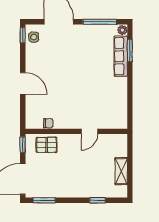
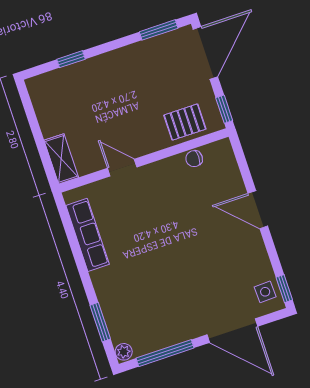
row of seats: (121, 56) -> (88, 235), moved
door: (89, 131) -> (122, 168), hinge flipped
shelving: (121, 171) -> (61, 159), moved

